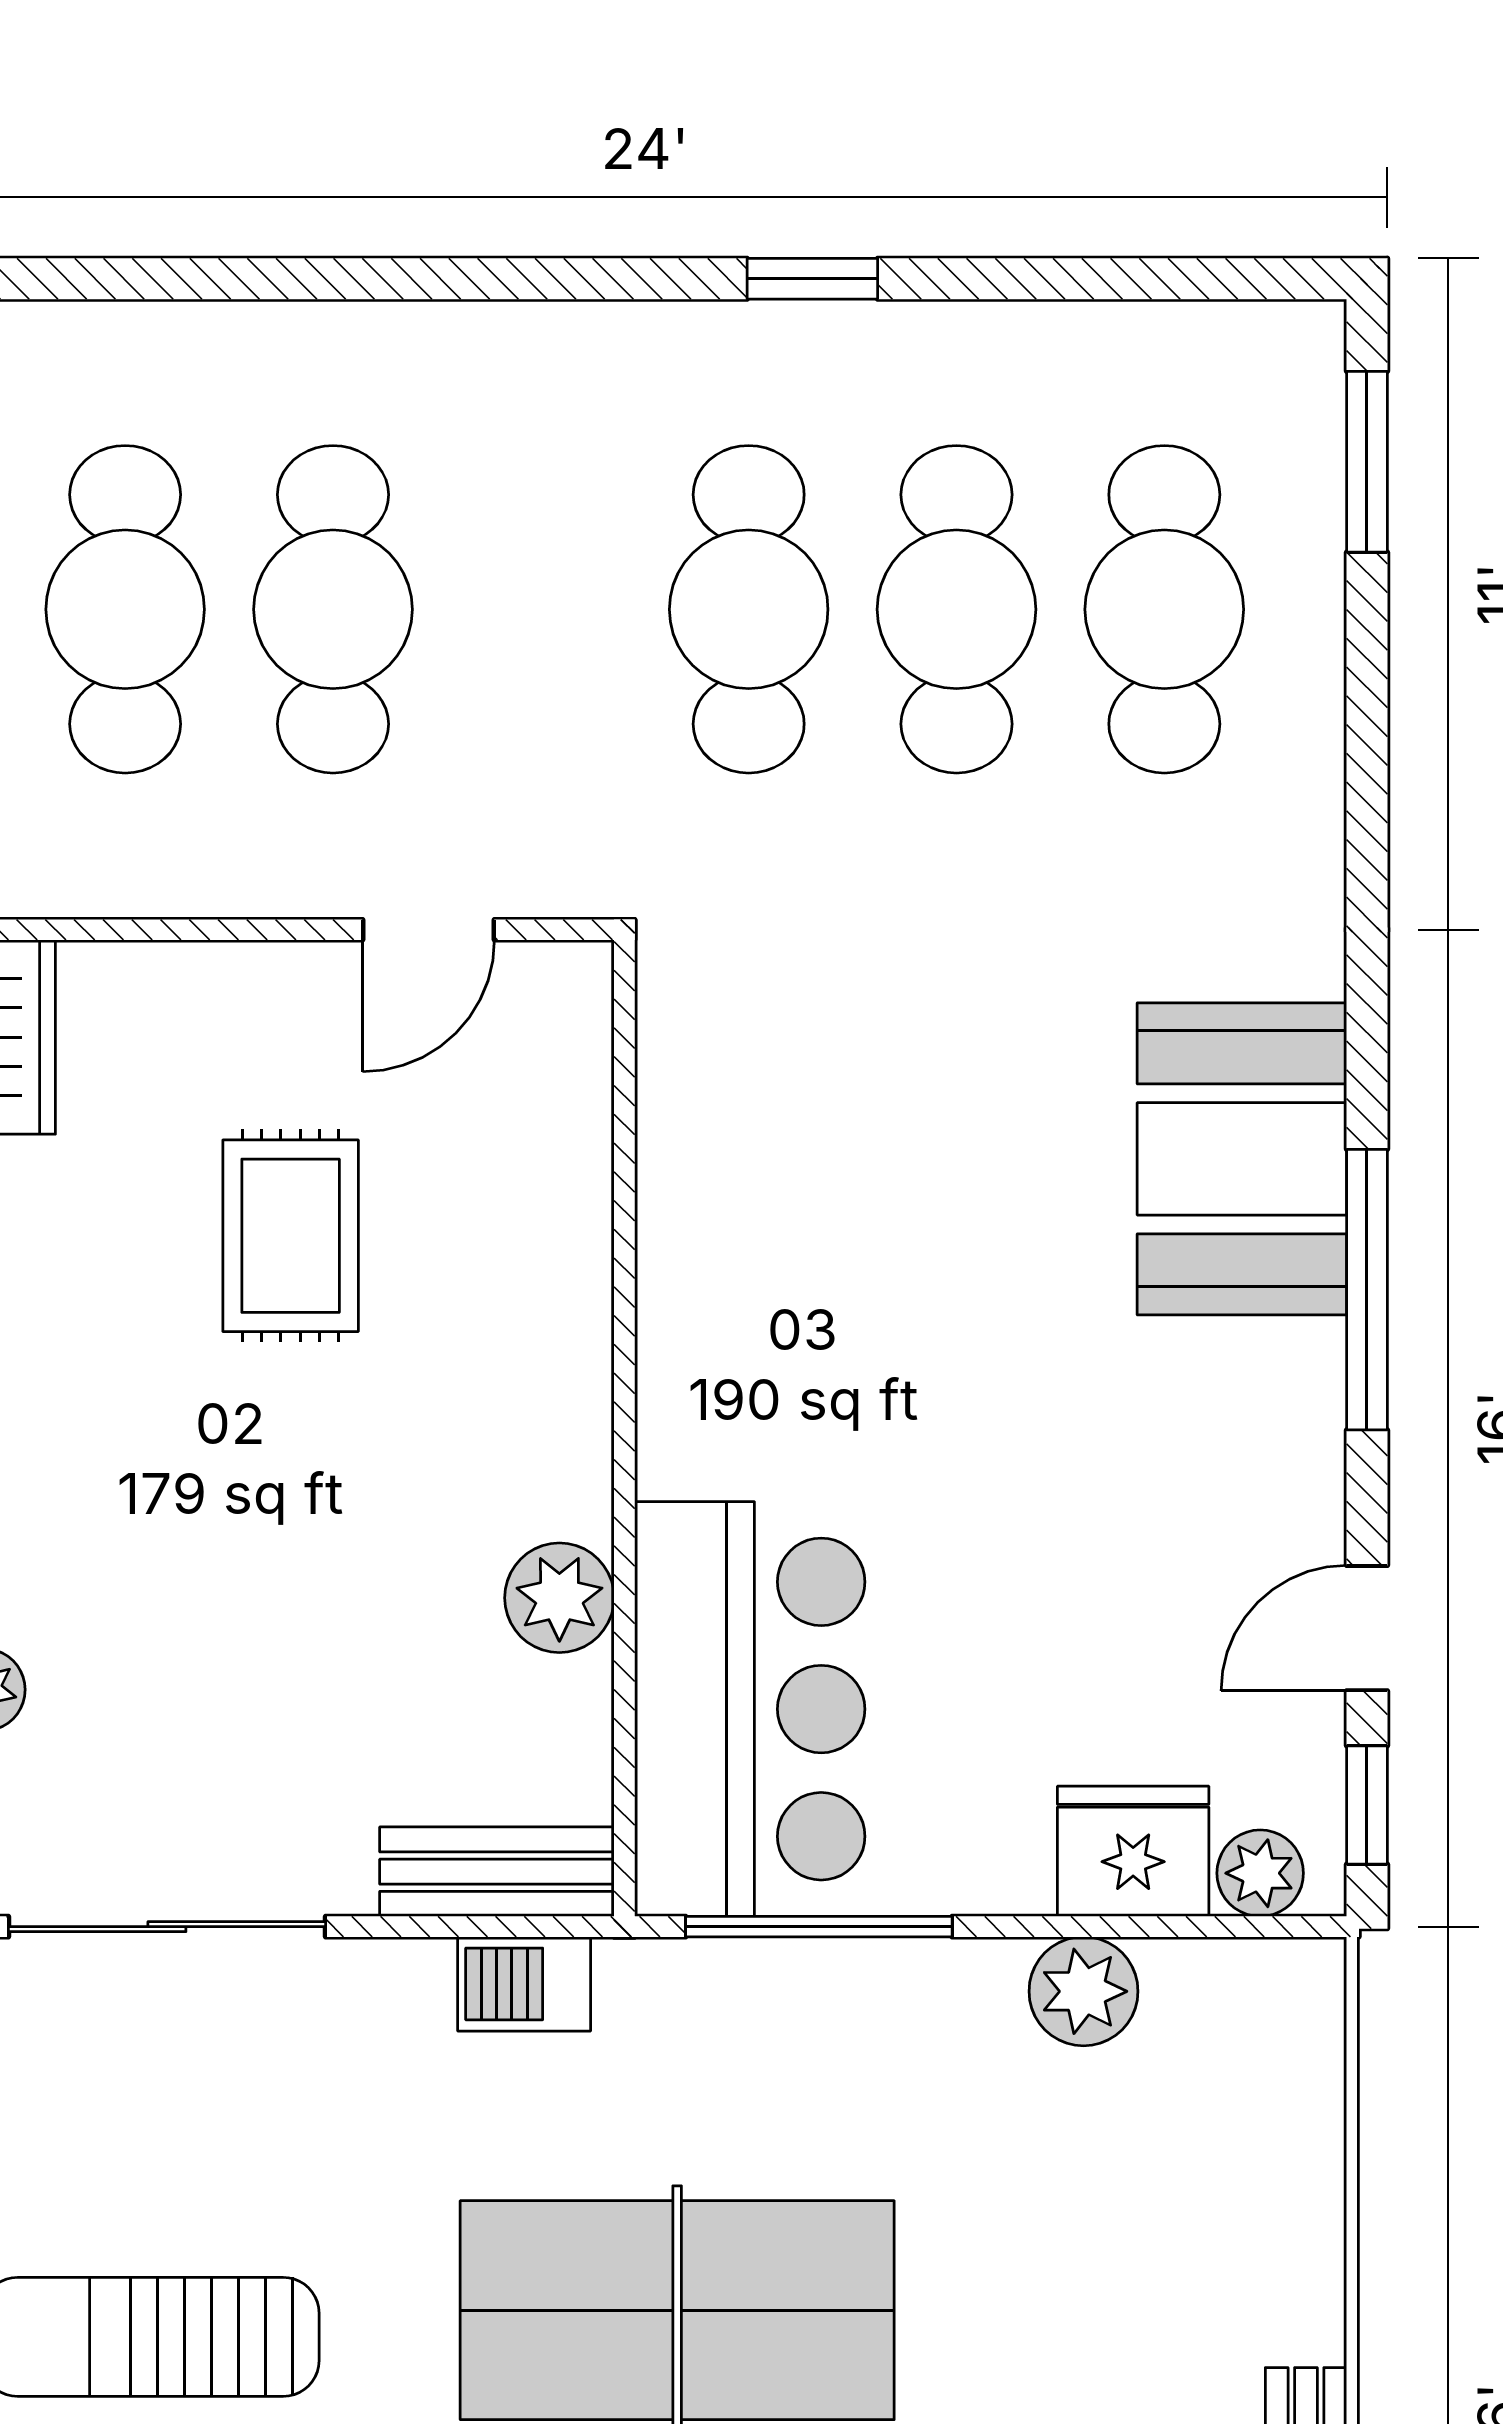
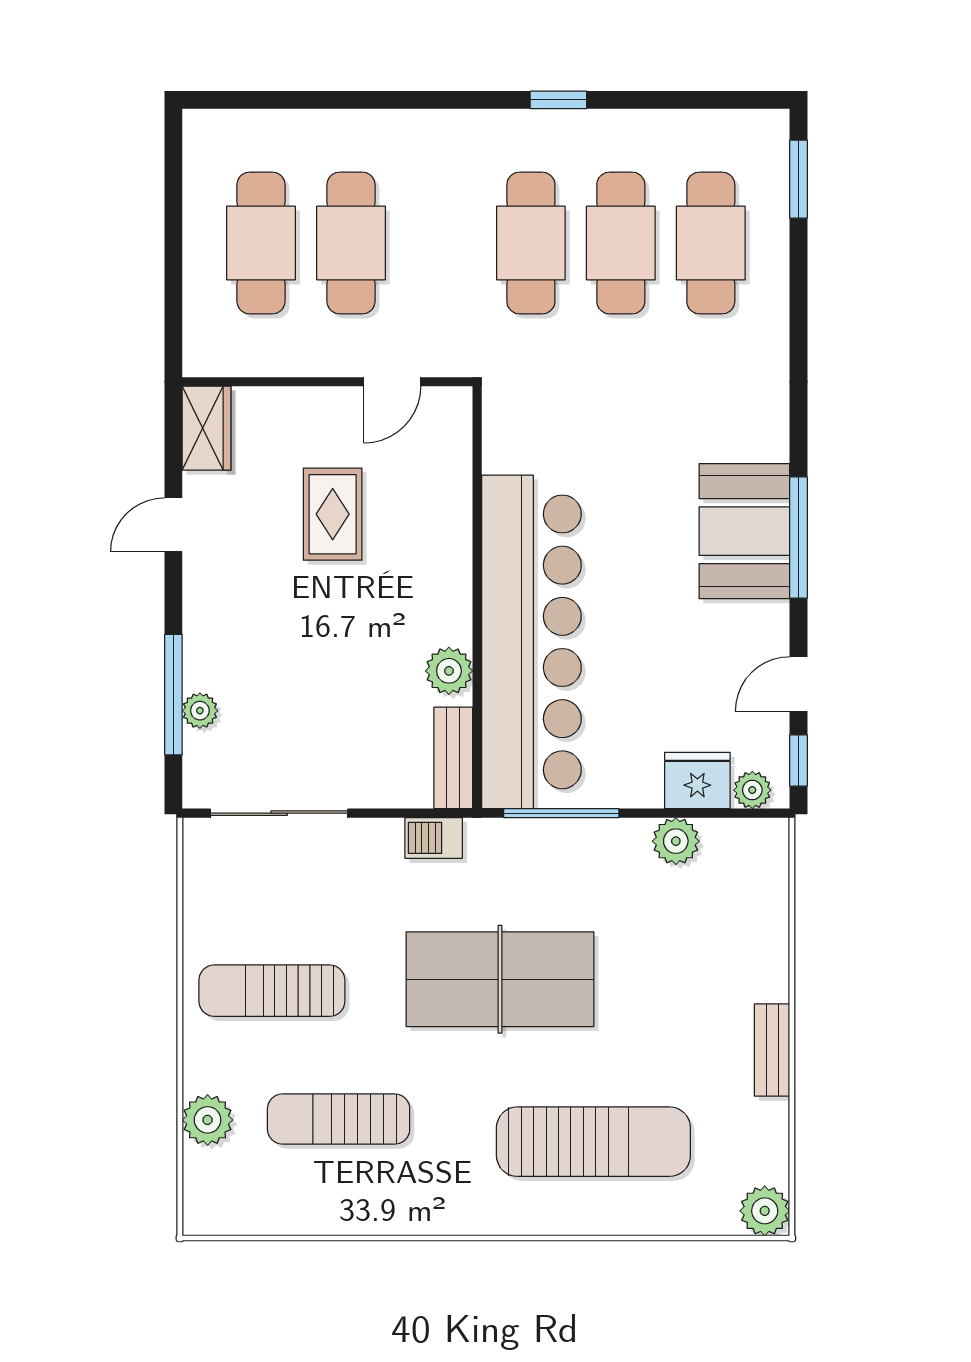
booth: (1242, 1159) -> (744, 531), moved
bar counter: (750, 1709) -> (531, 642), width x1.86
bench: (497, 1872) -> (453, 758), moved, turned 90

